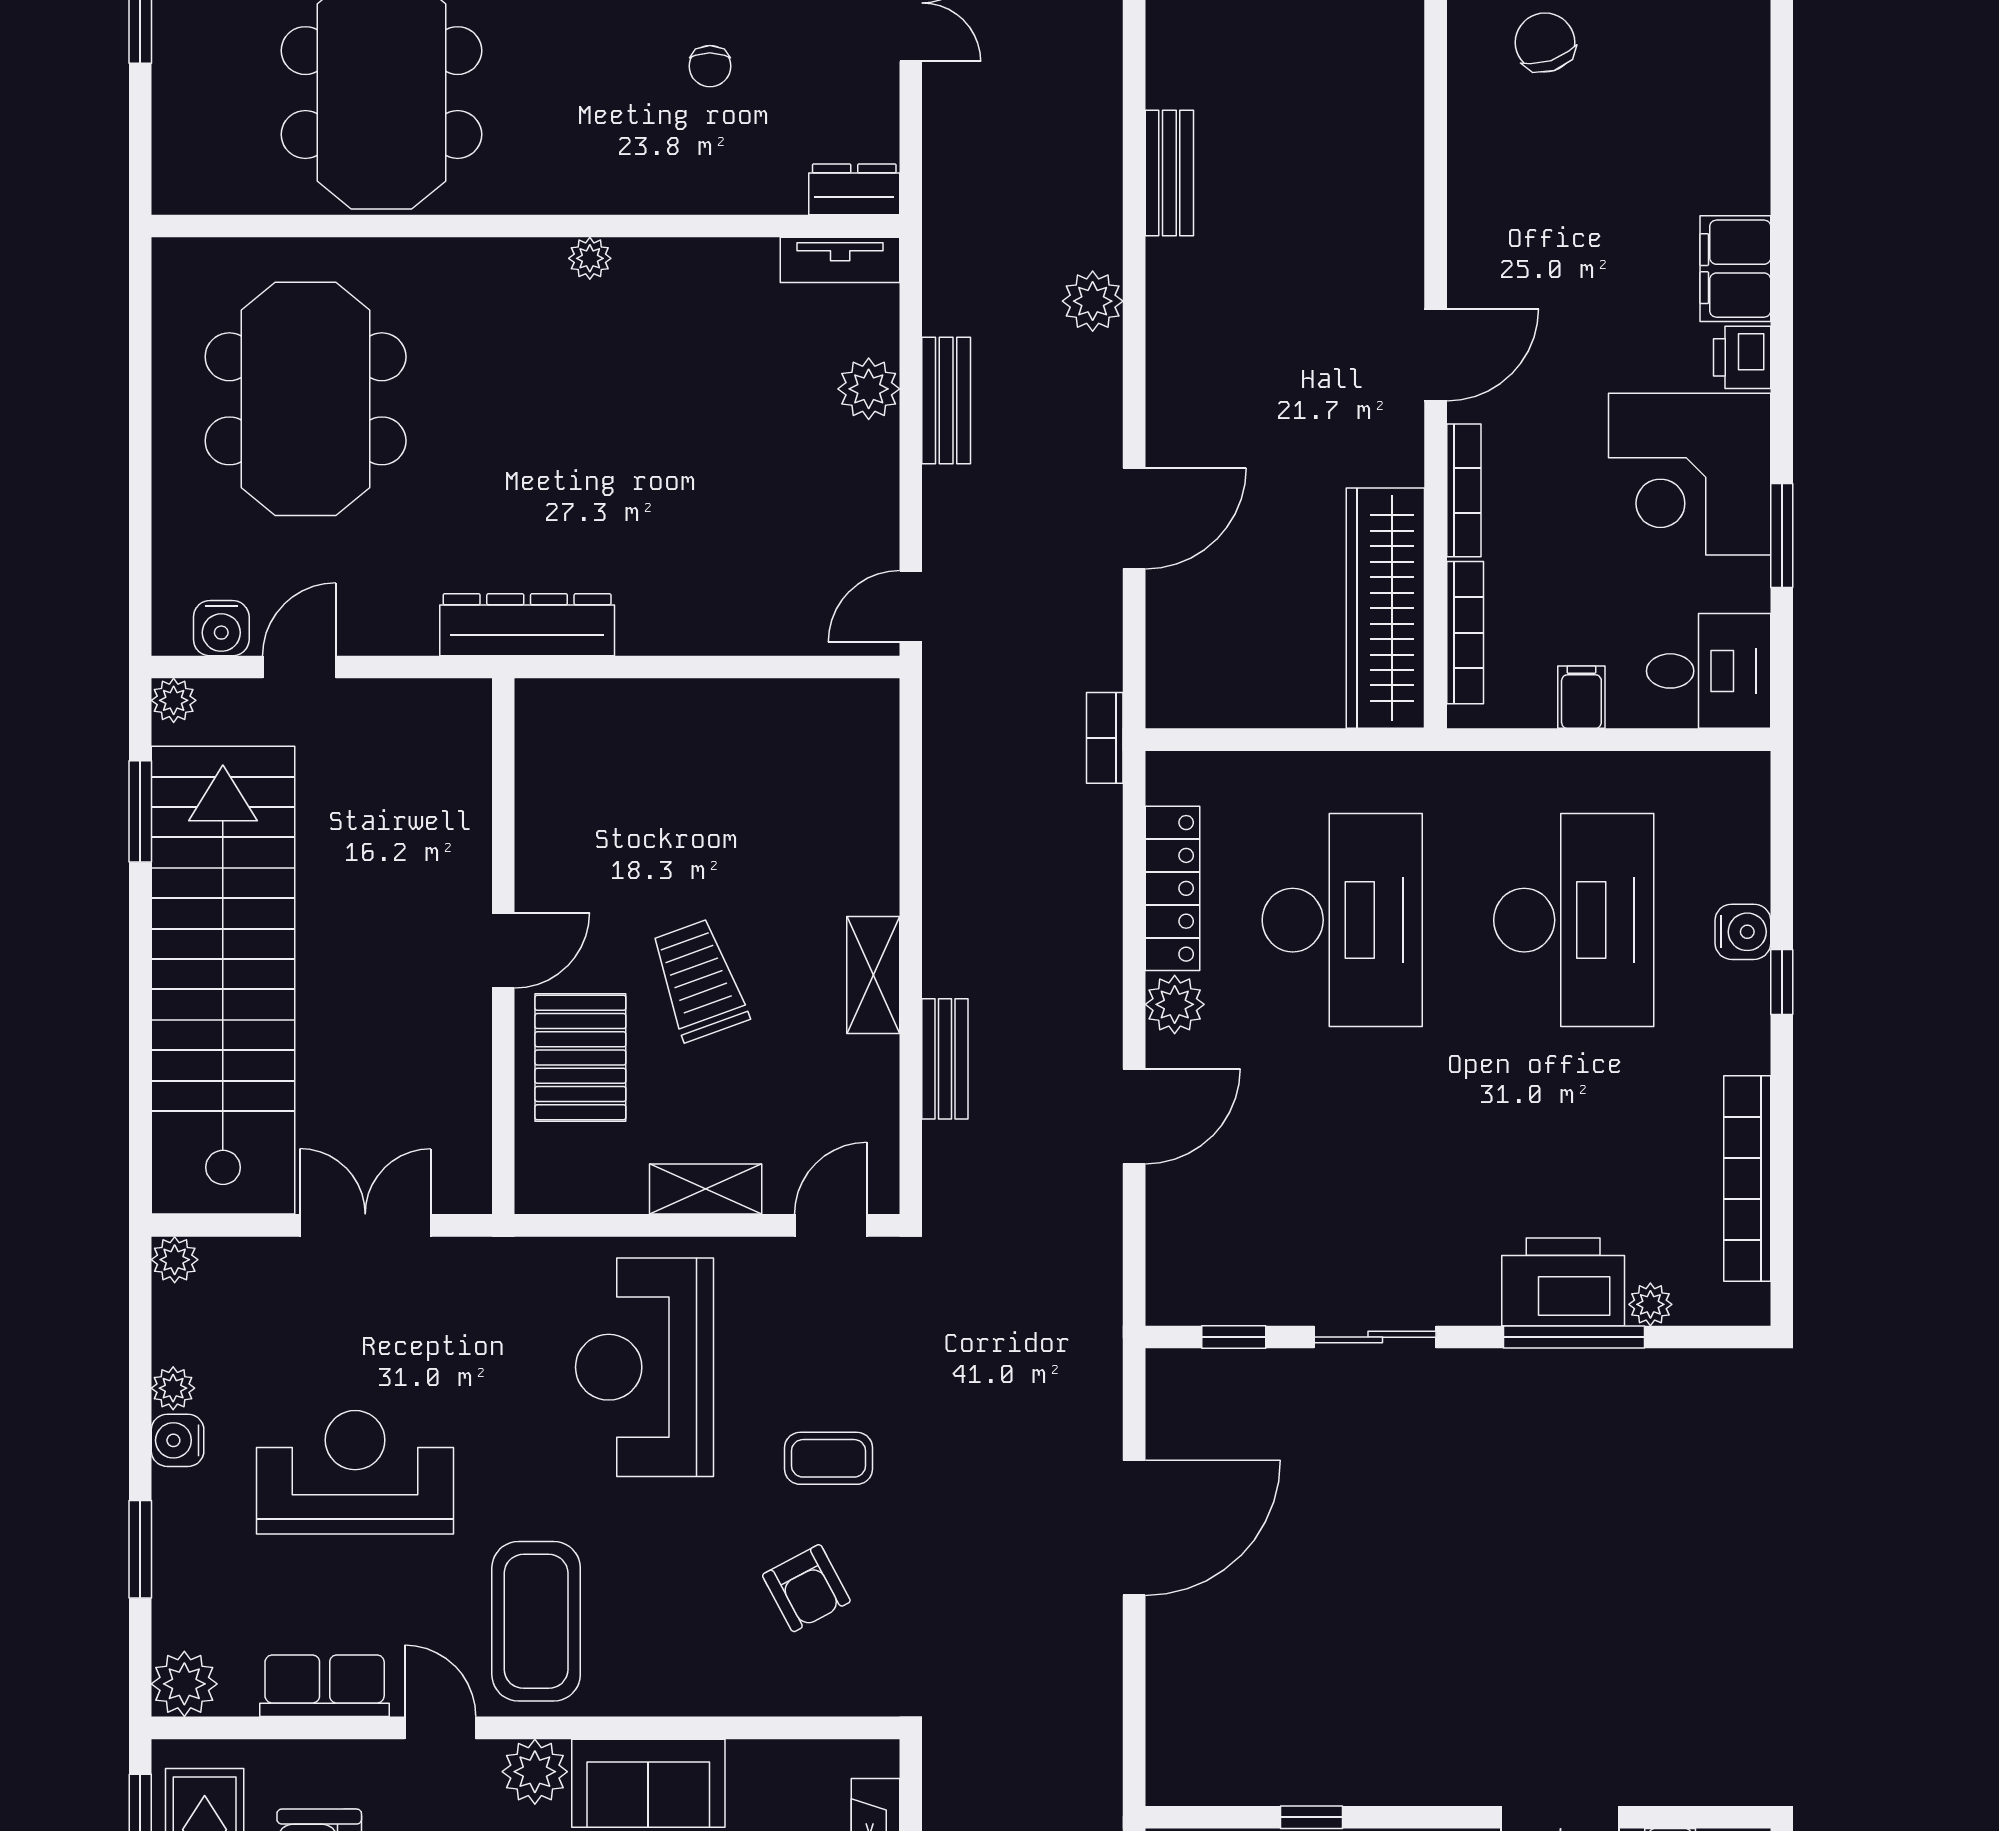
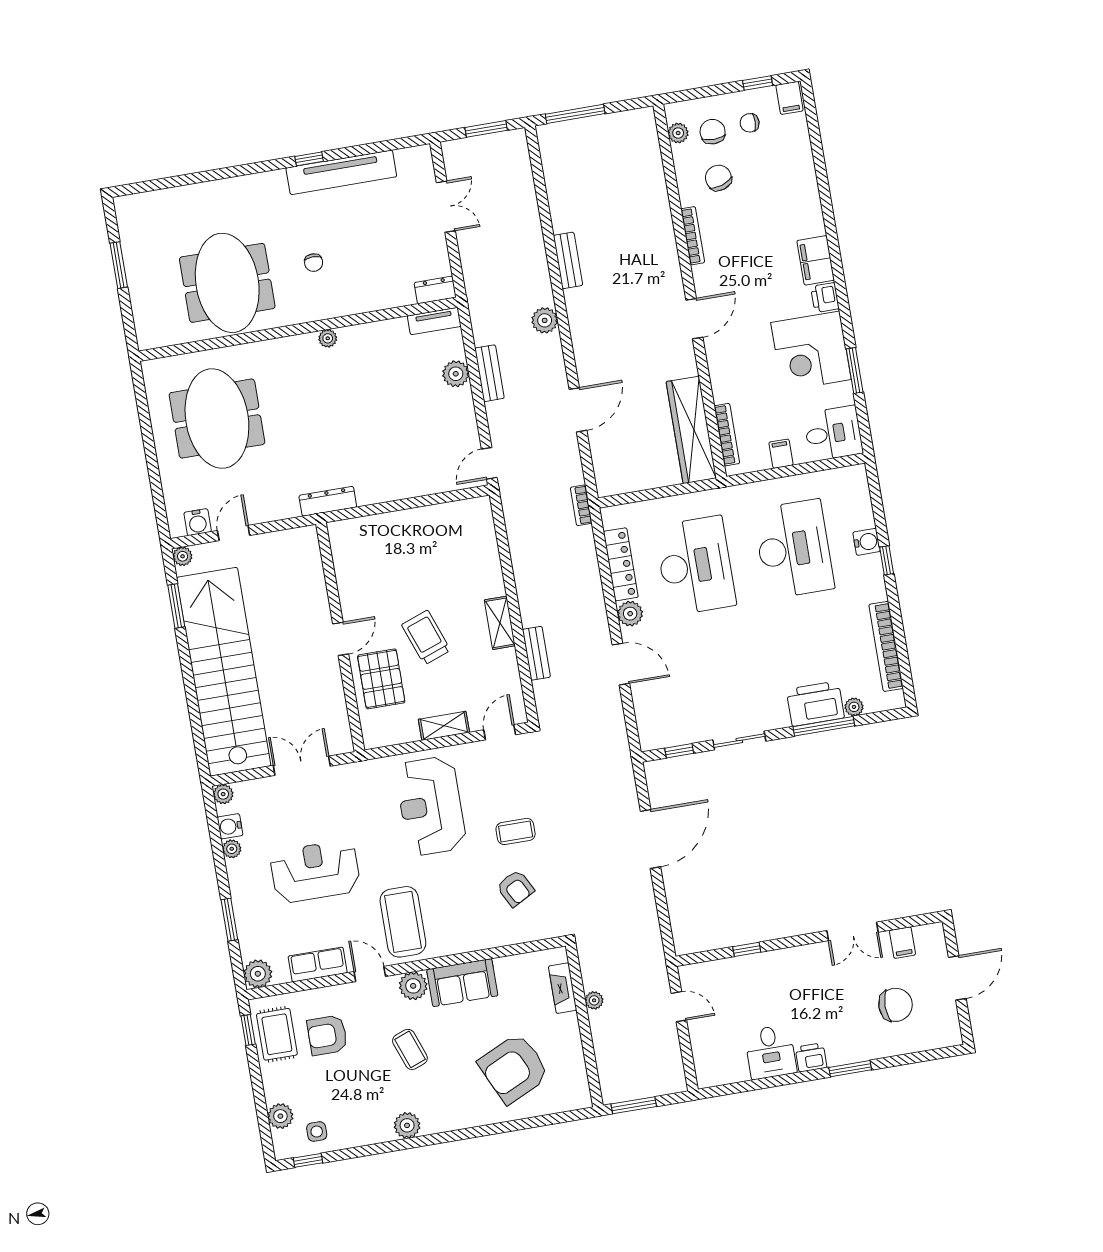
chair: (710, 66) -> (314, 263), moved
bookcase: (1464, 490) -> (693, 236), moved
dresser: (527, 625) -> (328, 501), width x0.73, depth x0.80
door: (1134, 1116) -> (621, 664), hinge flipped
water cooler: (178, 1440) -> (230, 826), moved

